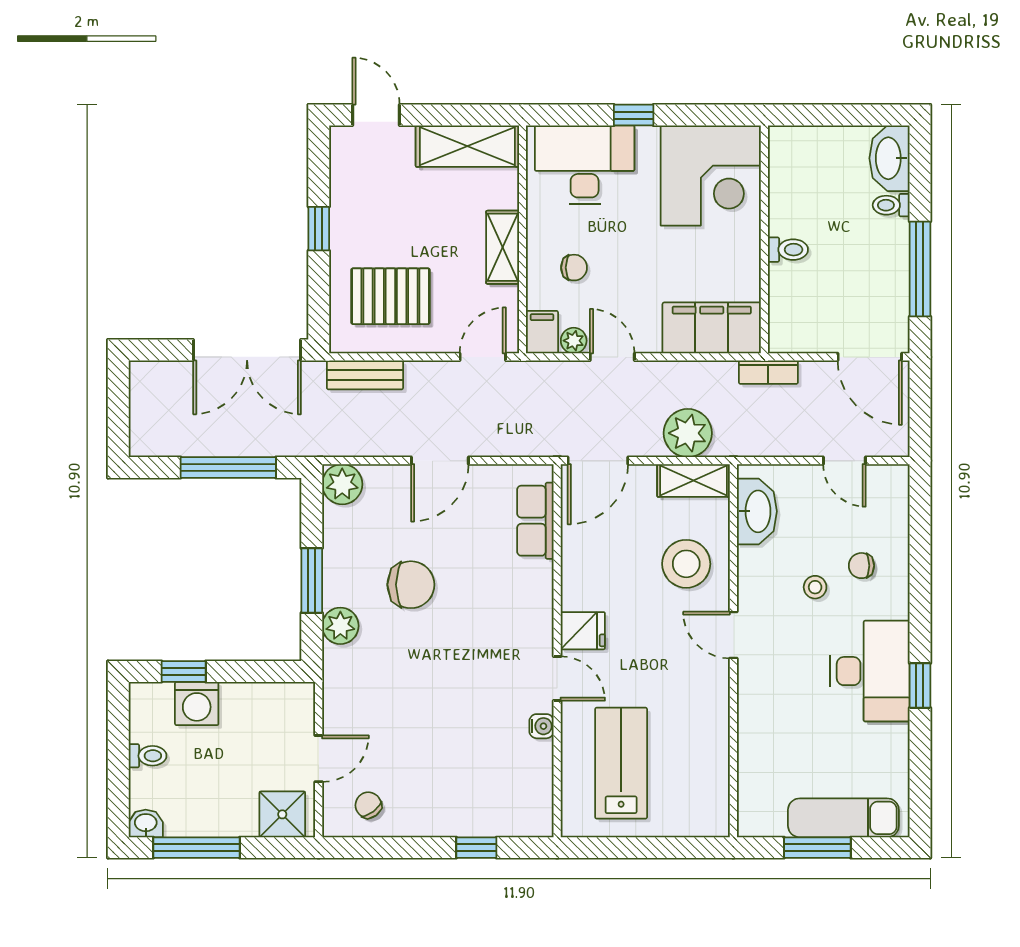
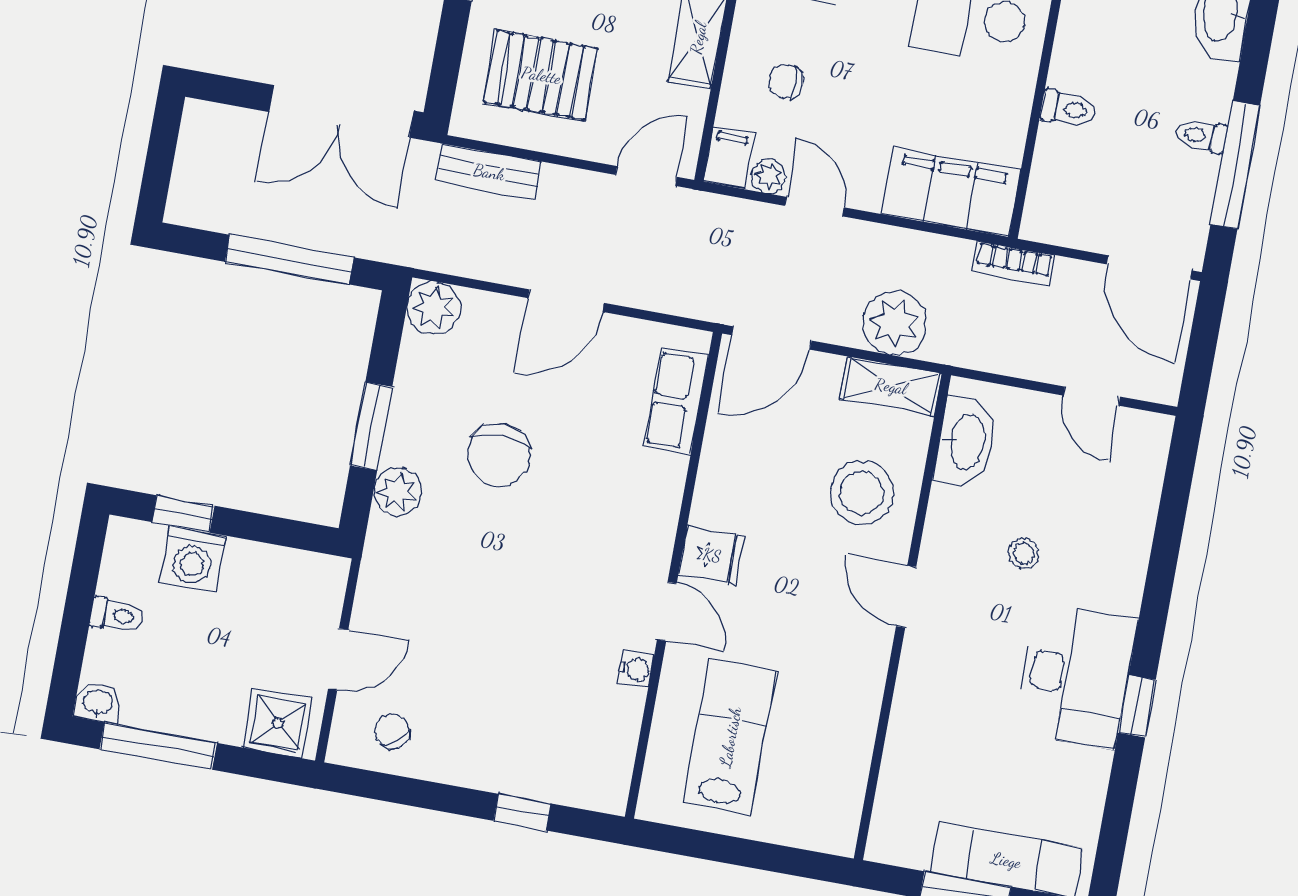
toilet: (891, 205) -> (1202, 136), moved
chair: (574, 268) -> (786, 81), turned 180
chair: (861, 566) -> (1089, 537), removed
chair: (411, 585) -> (499, 455), turned 90

